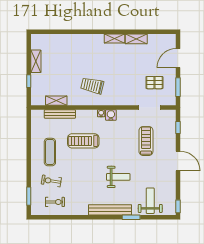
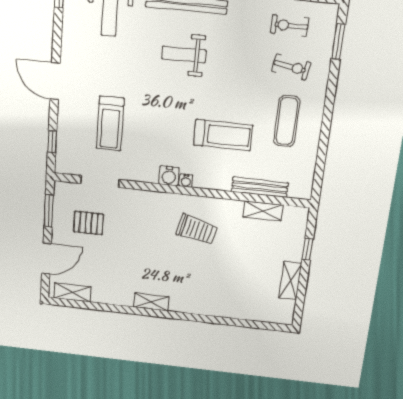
shelving: (136, 39) -> (72, 292), moved
weight bench: (118, 177) -> (184, 54), moved

